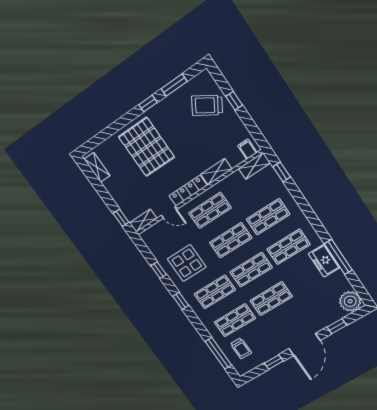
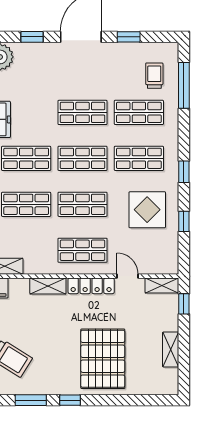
shelving: (97, 167) -> (171, 349), moved

